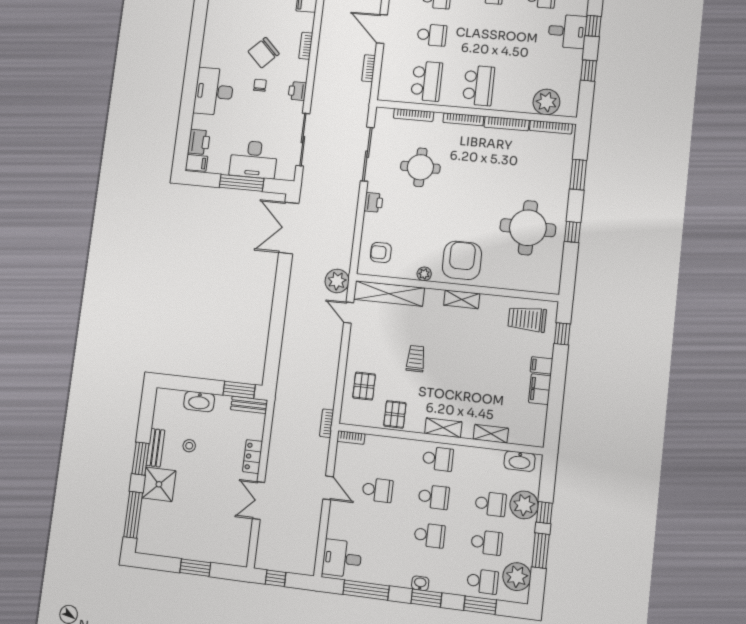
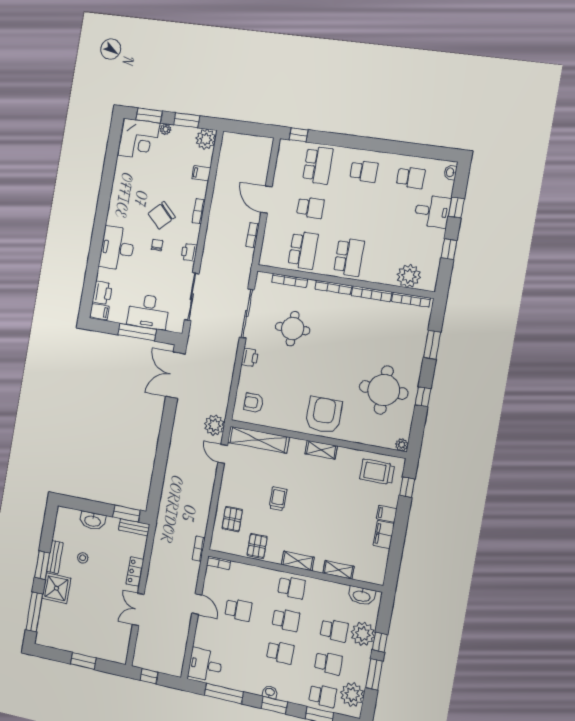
plant: (424, 274) -> (402, 445), moved

